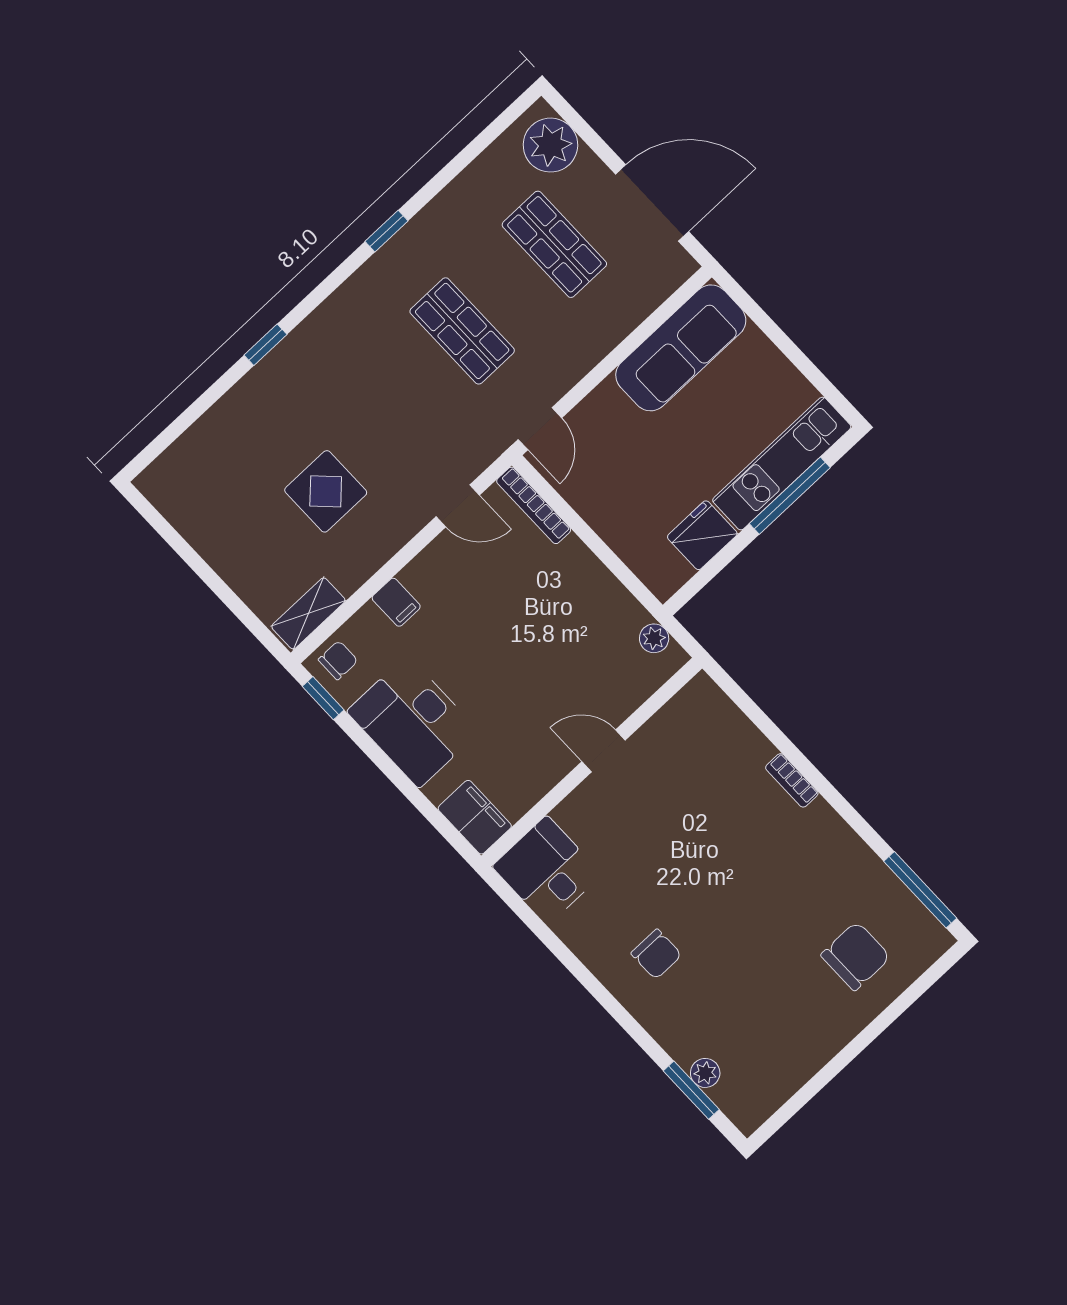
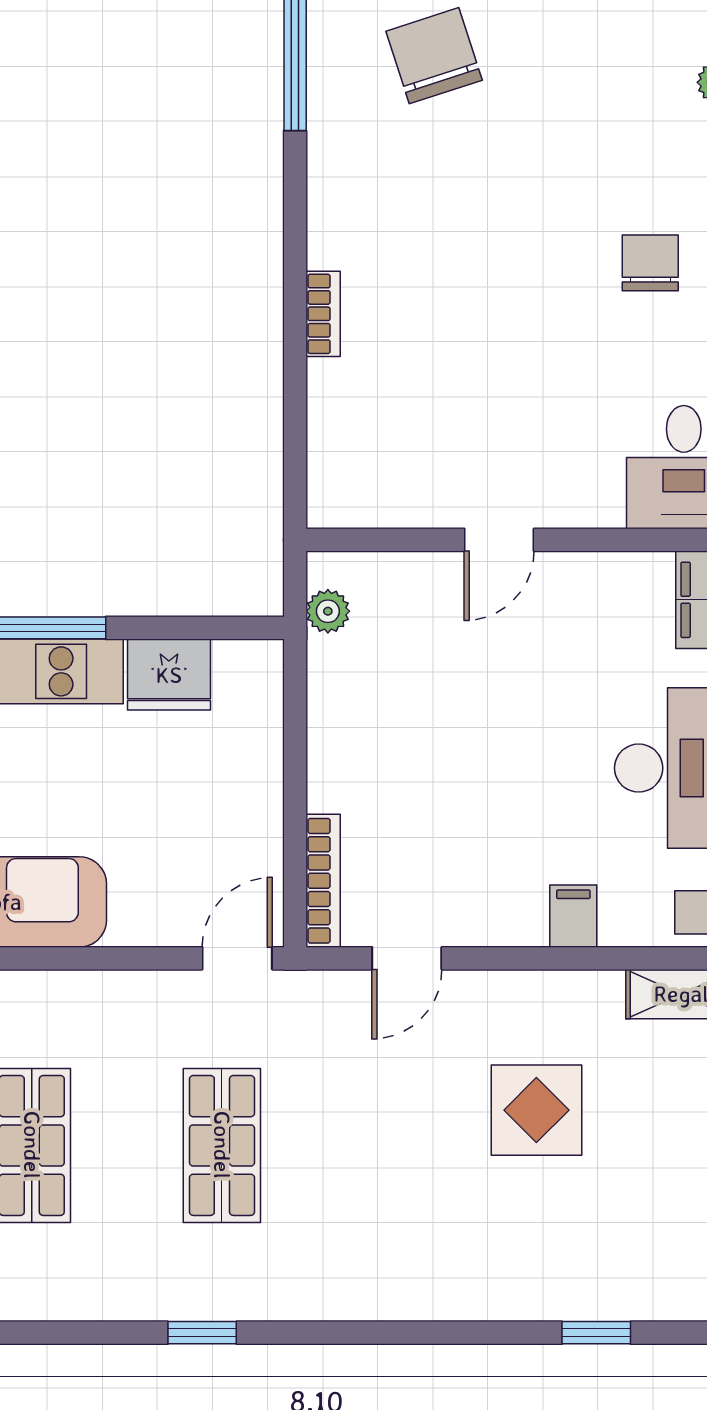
window: (265, 345) -> (596, 1333), moved
door: (458, 506) -> (407, 958), swing flipped
door: (604, 751) -> (499, 540), hinge flipped
chair: (856, 956) -> (434, 56), turned 72

